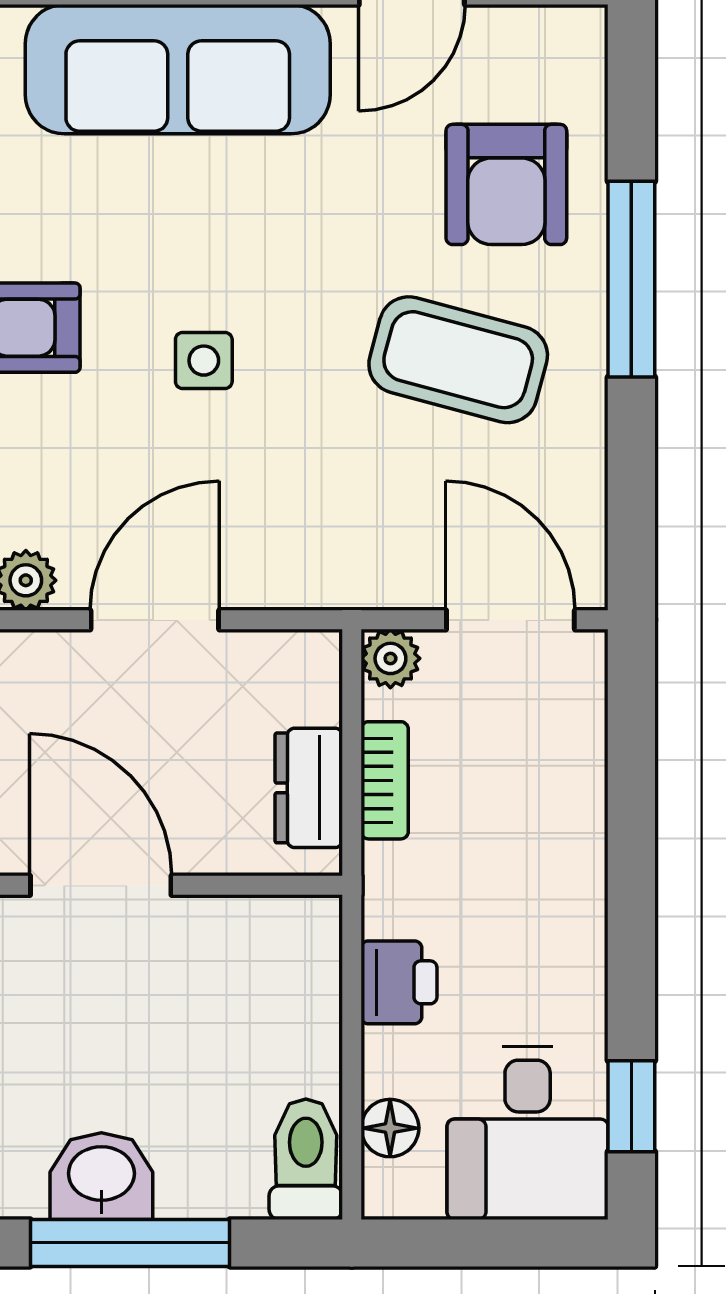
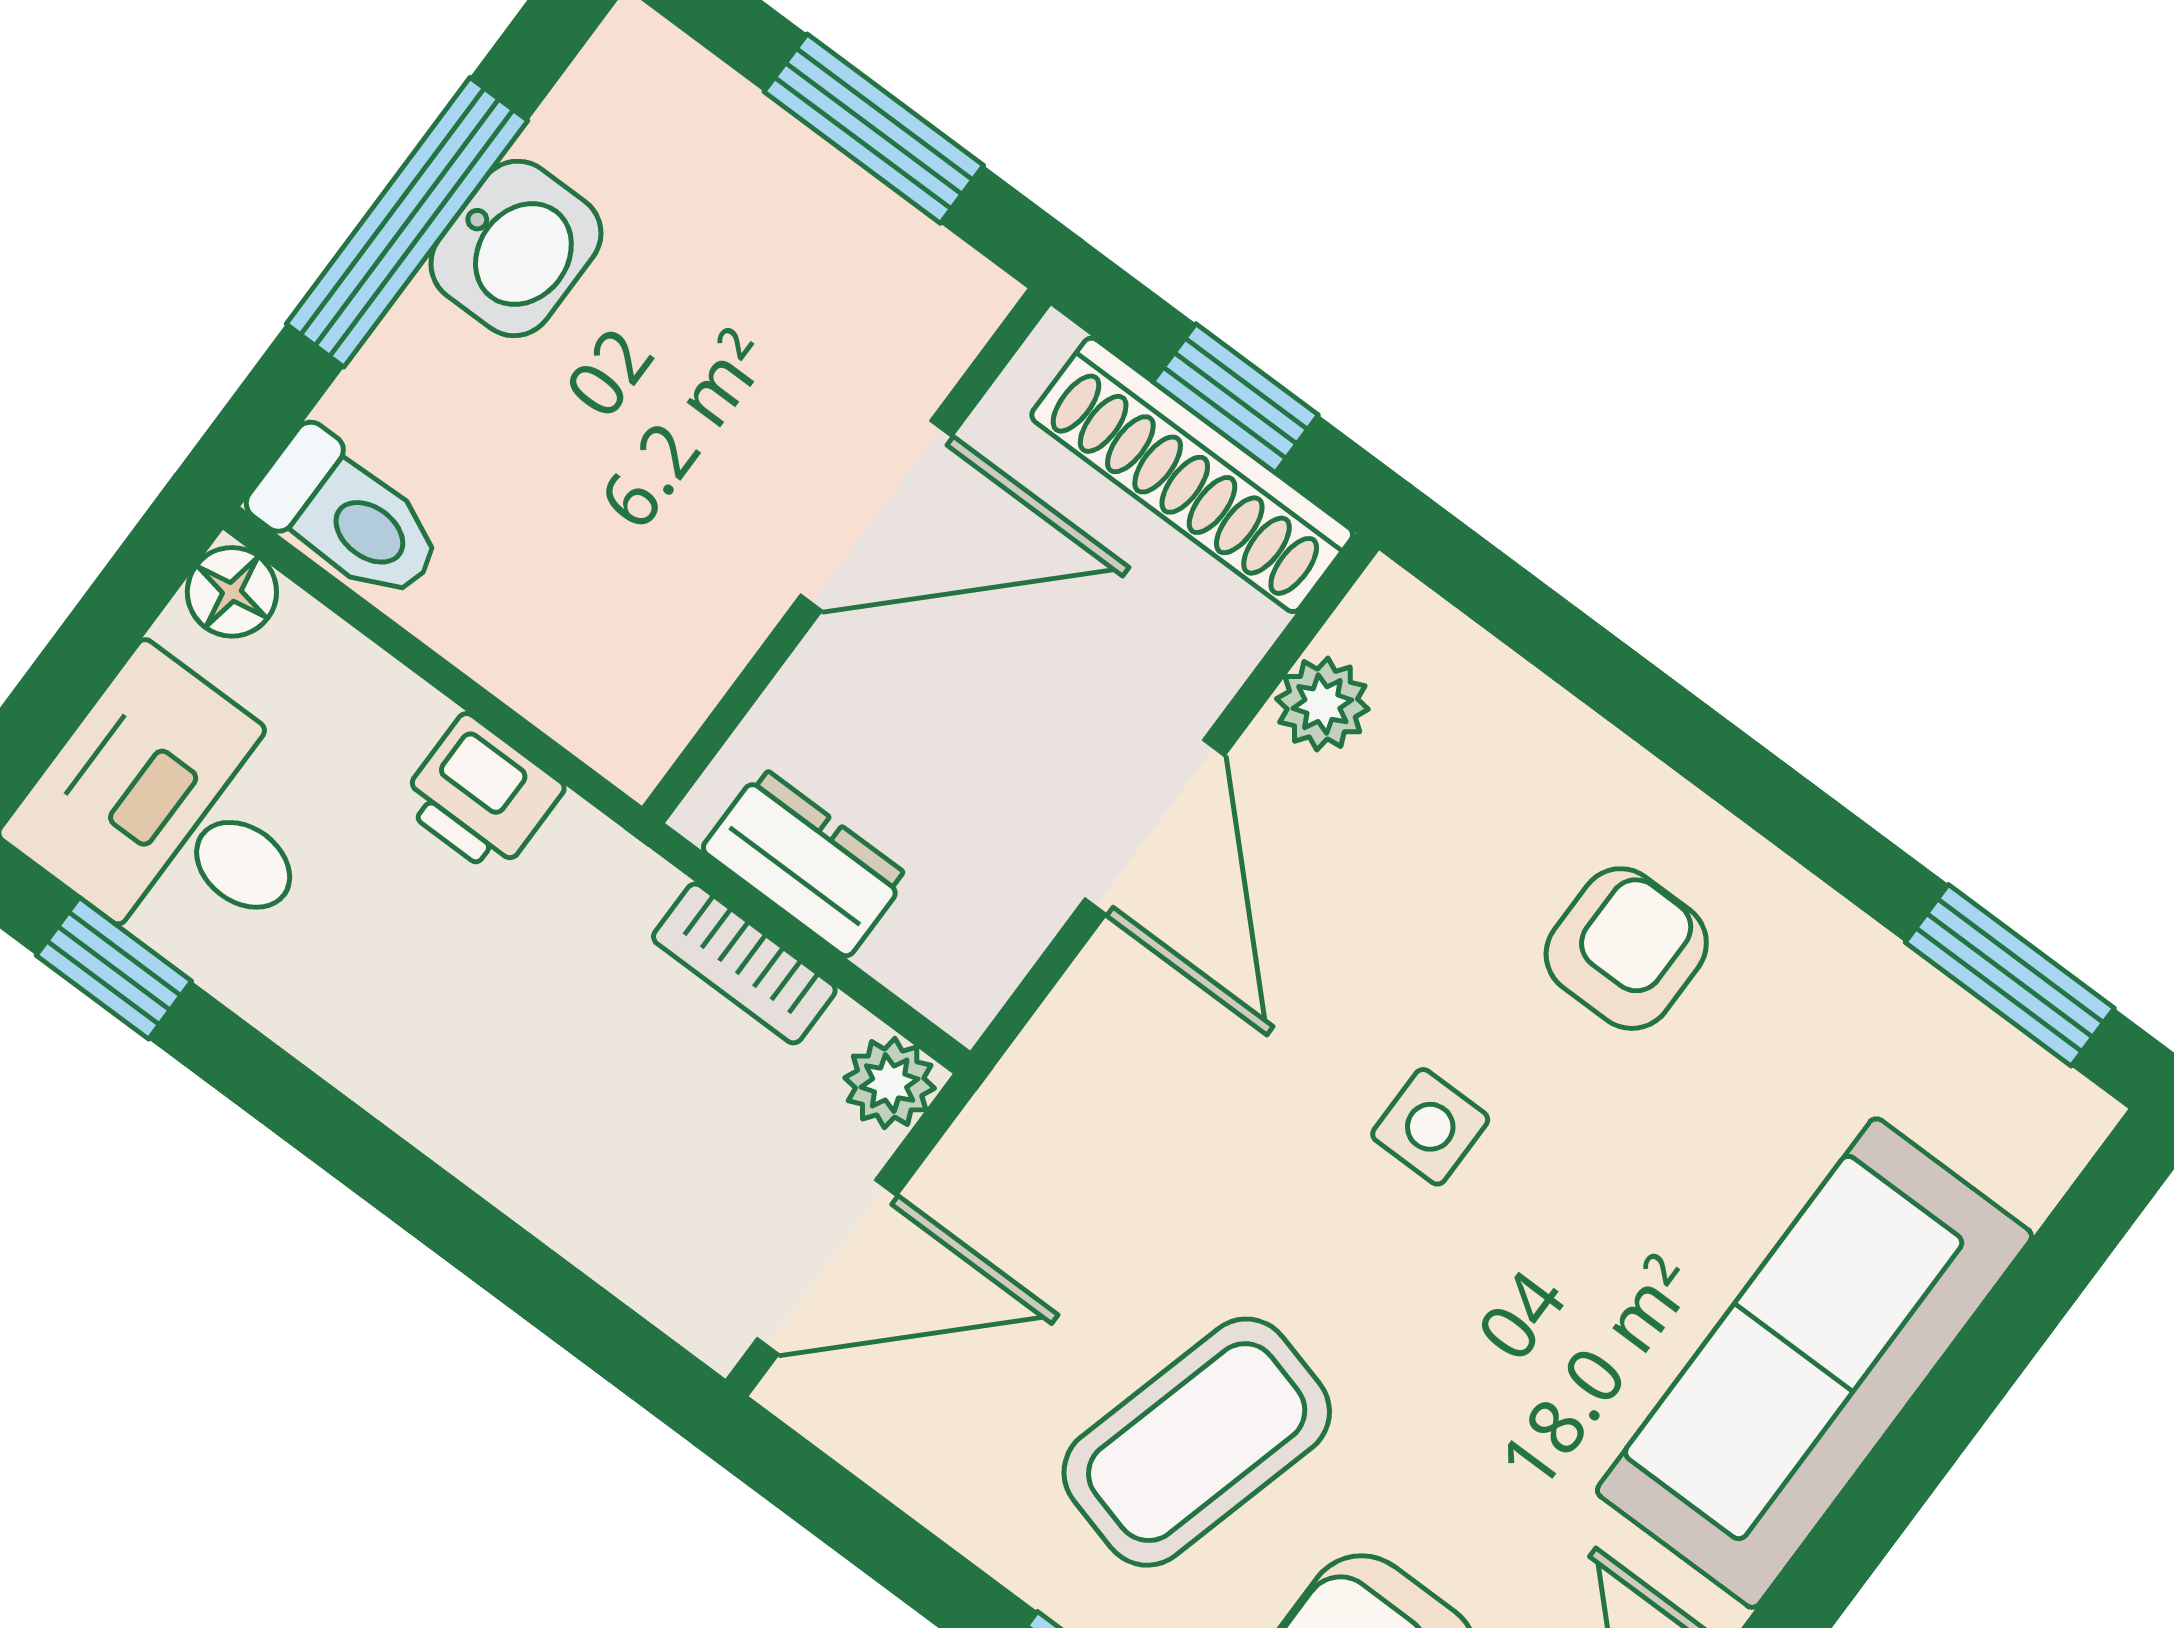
floor lamp: (390, 1128) -> (232, 592), moved

